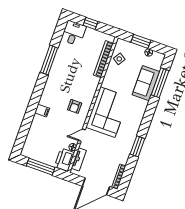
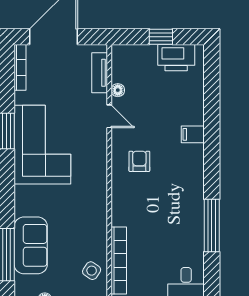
corner sofa: (108, 112) -> (42, 145), moved, turned 180
door: (82, 135) -> (109, 116), hinge flipped
printer: (64, 160) -> (176, 58), moved, turned 90
window: (41, 167) -> (161, 37), width x0.46

